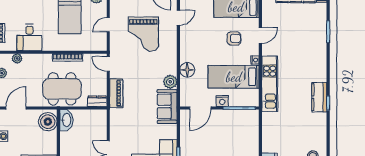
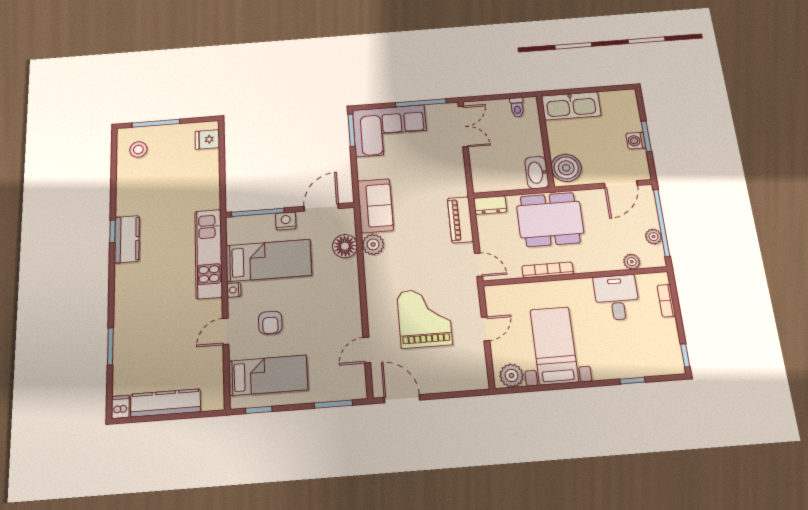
armchair: (234, 38) -> (270, 323), turned -90
floor lamp: (187, 70) -> (345, 246), moved

